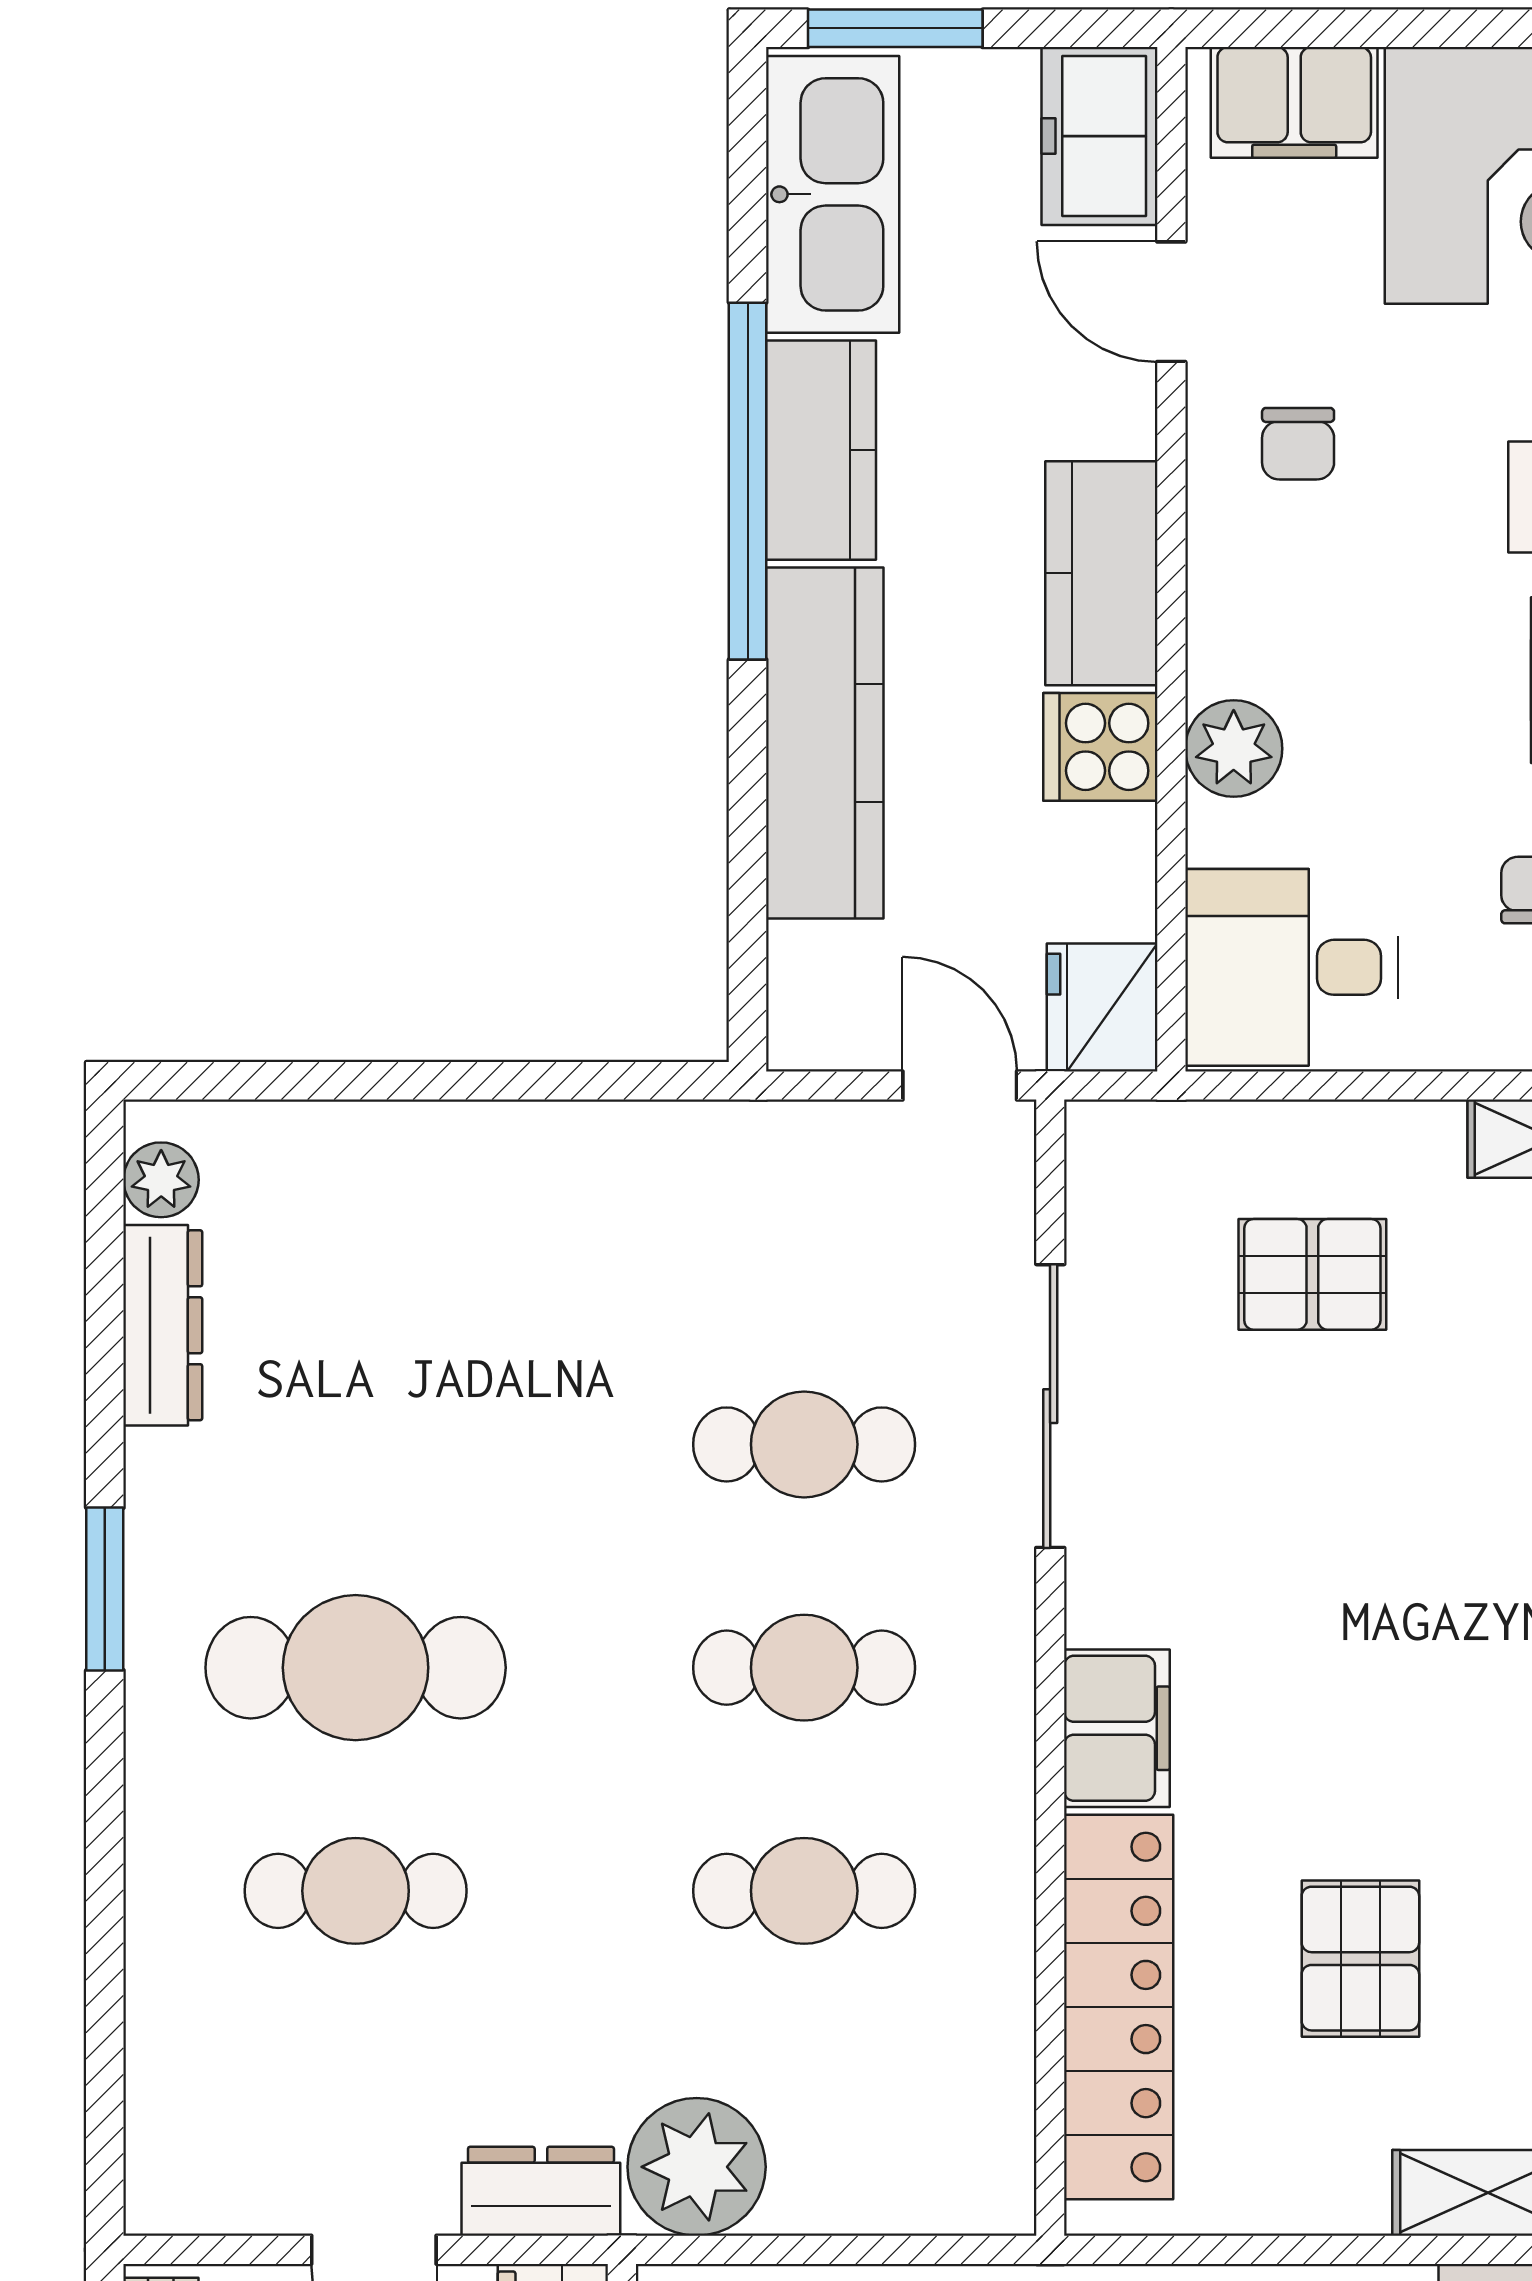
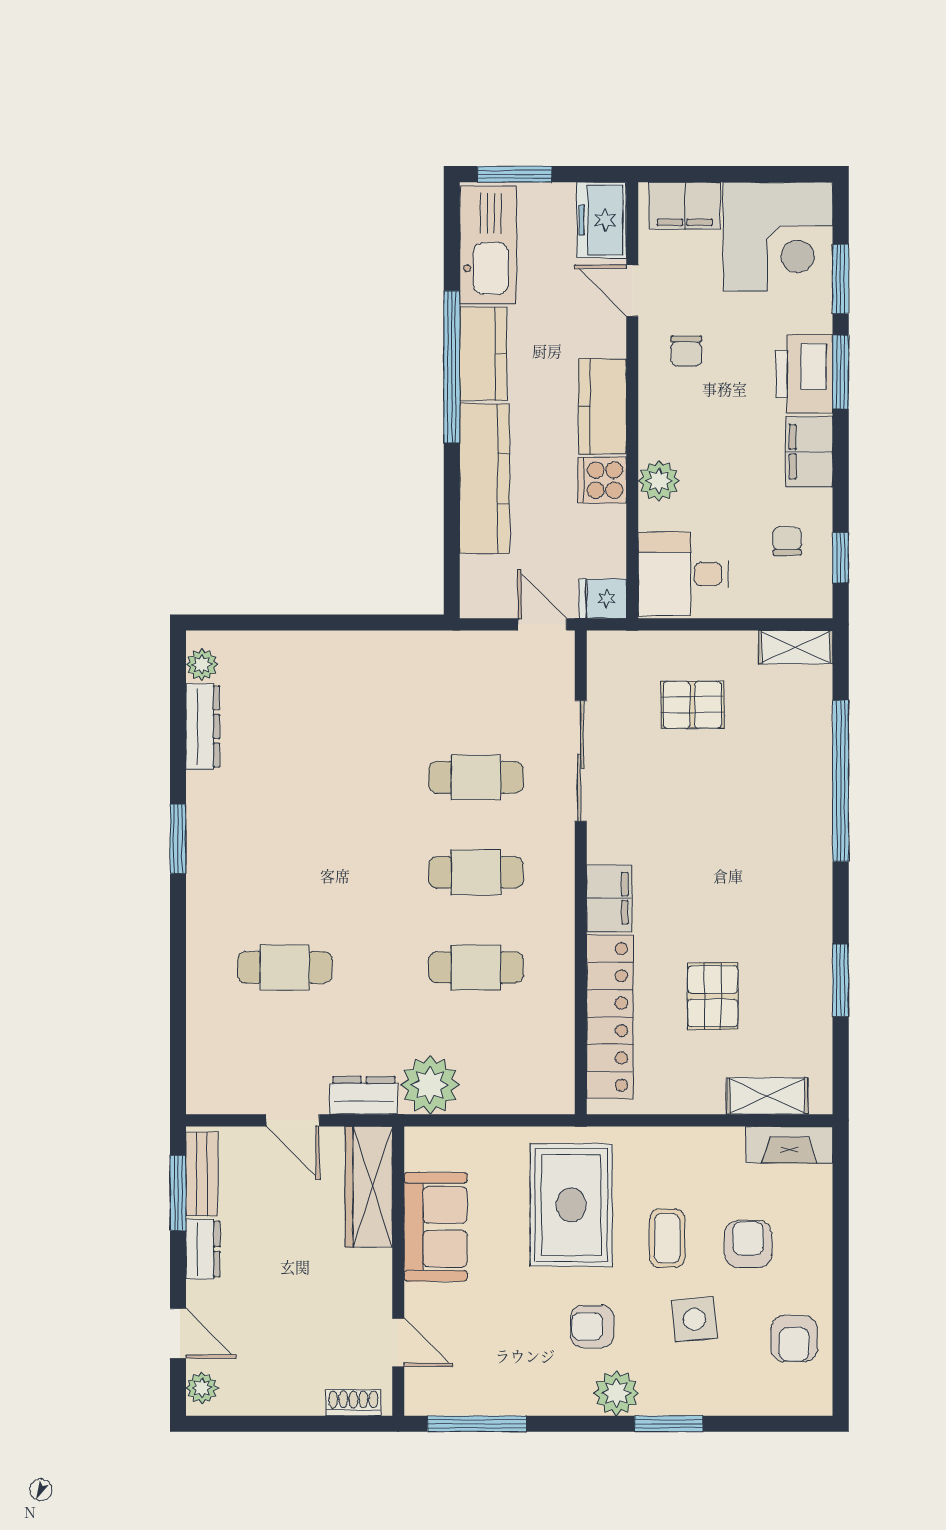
fridge: (1102, 1007) -> (603, 599), width x0.72
cafe table: (356, 1668) -> (285, 872), removed

